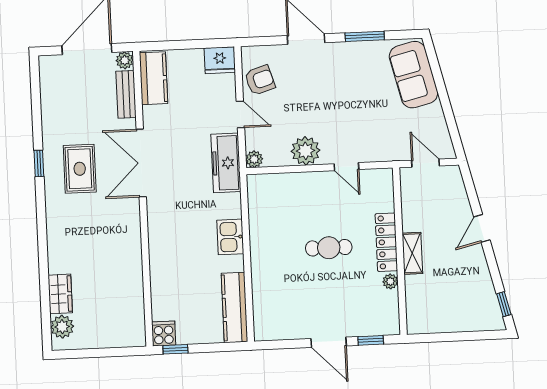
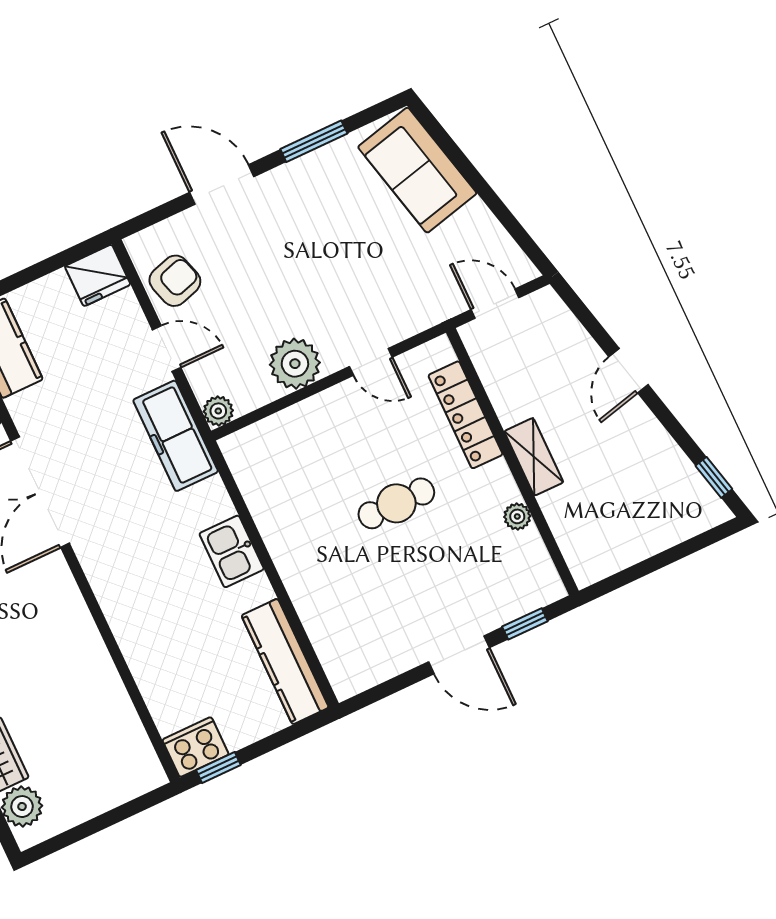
locker: (386, 242) -> (466, 415), moved
cooker: (164, 334) -> (196, 747), width x1.36

